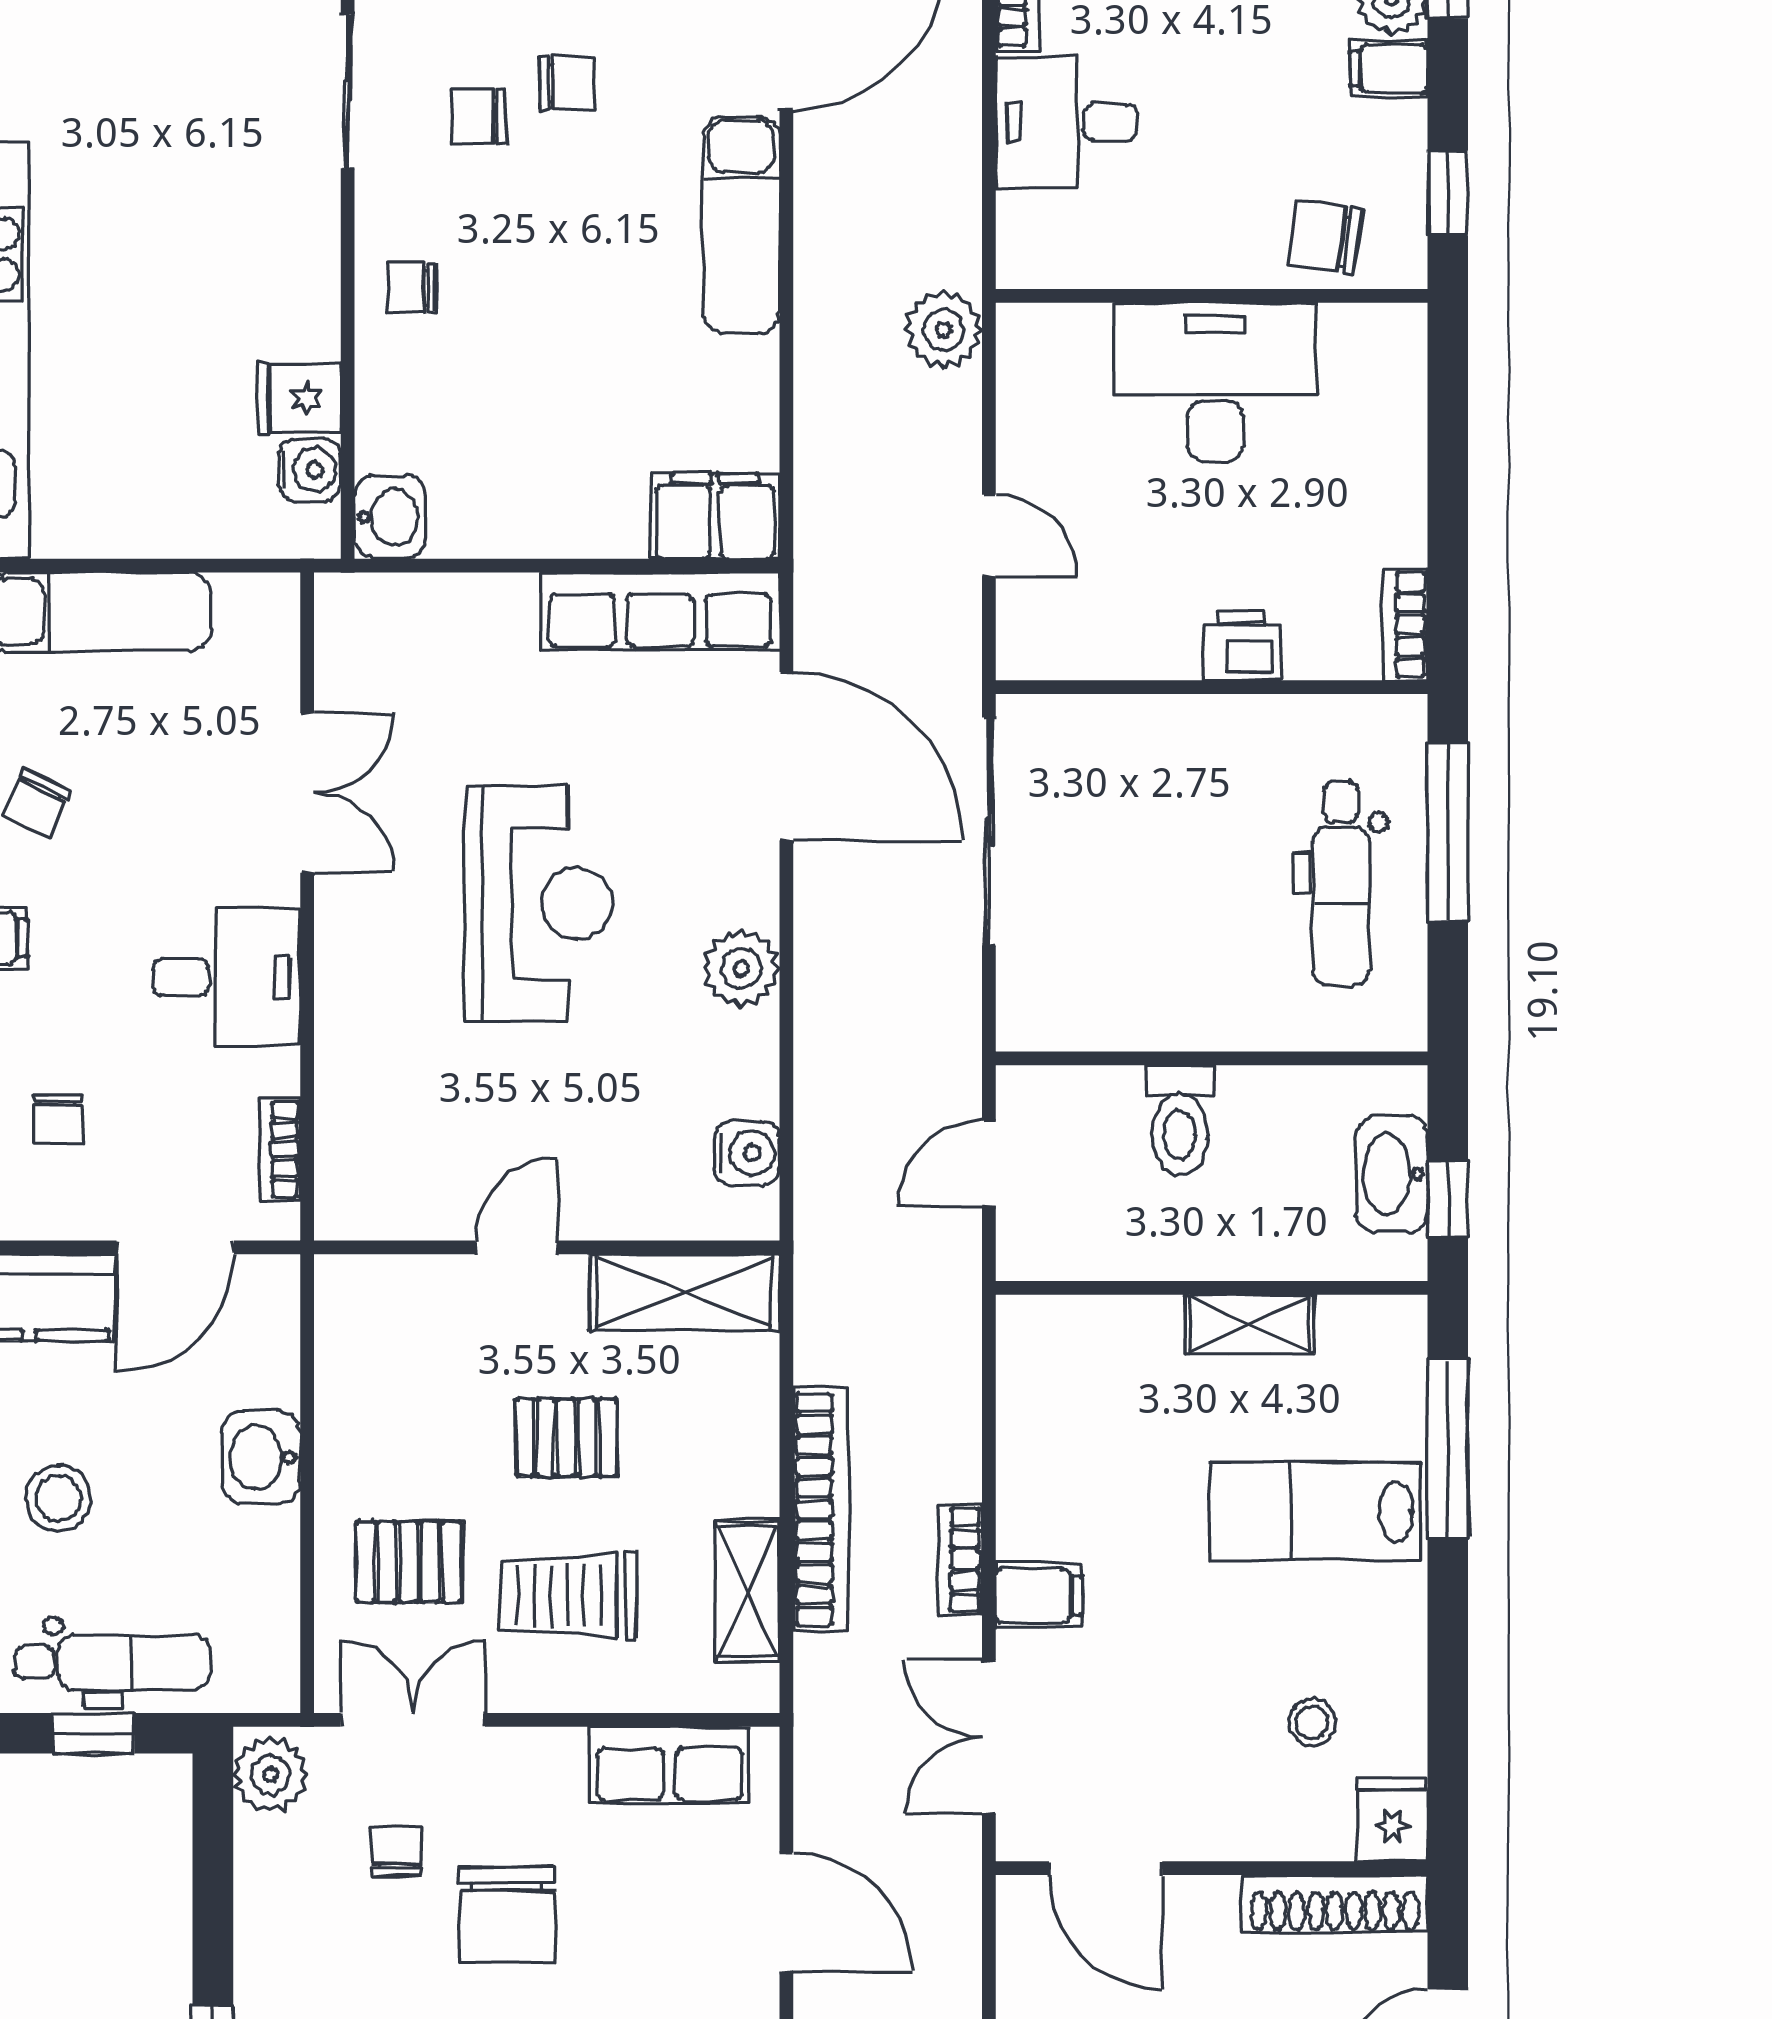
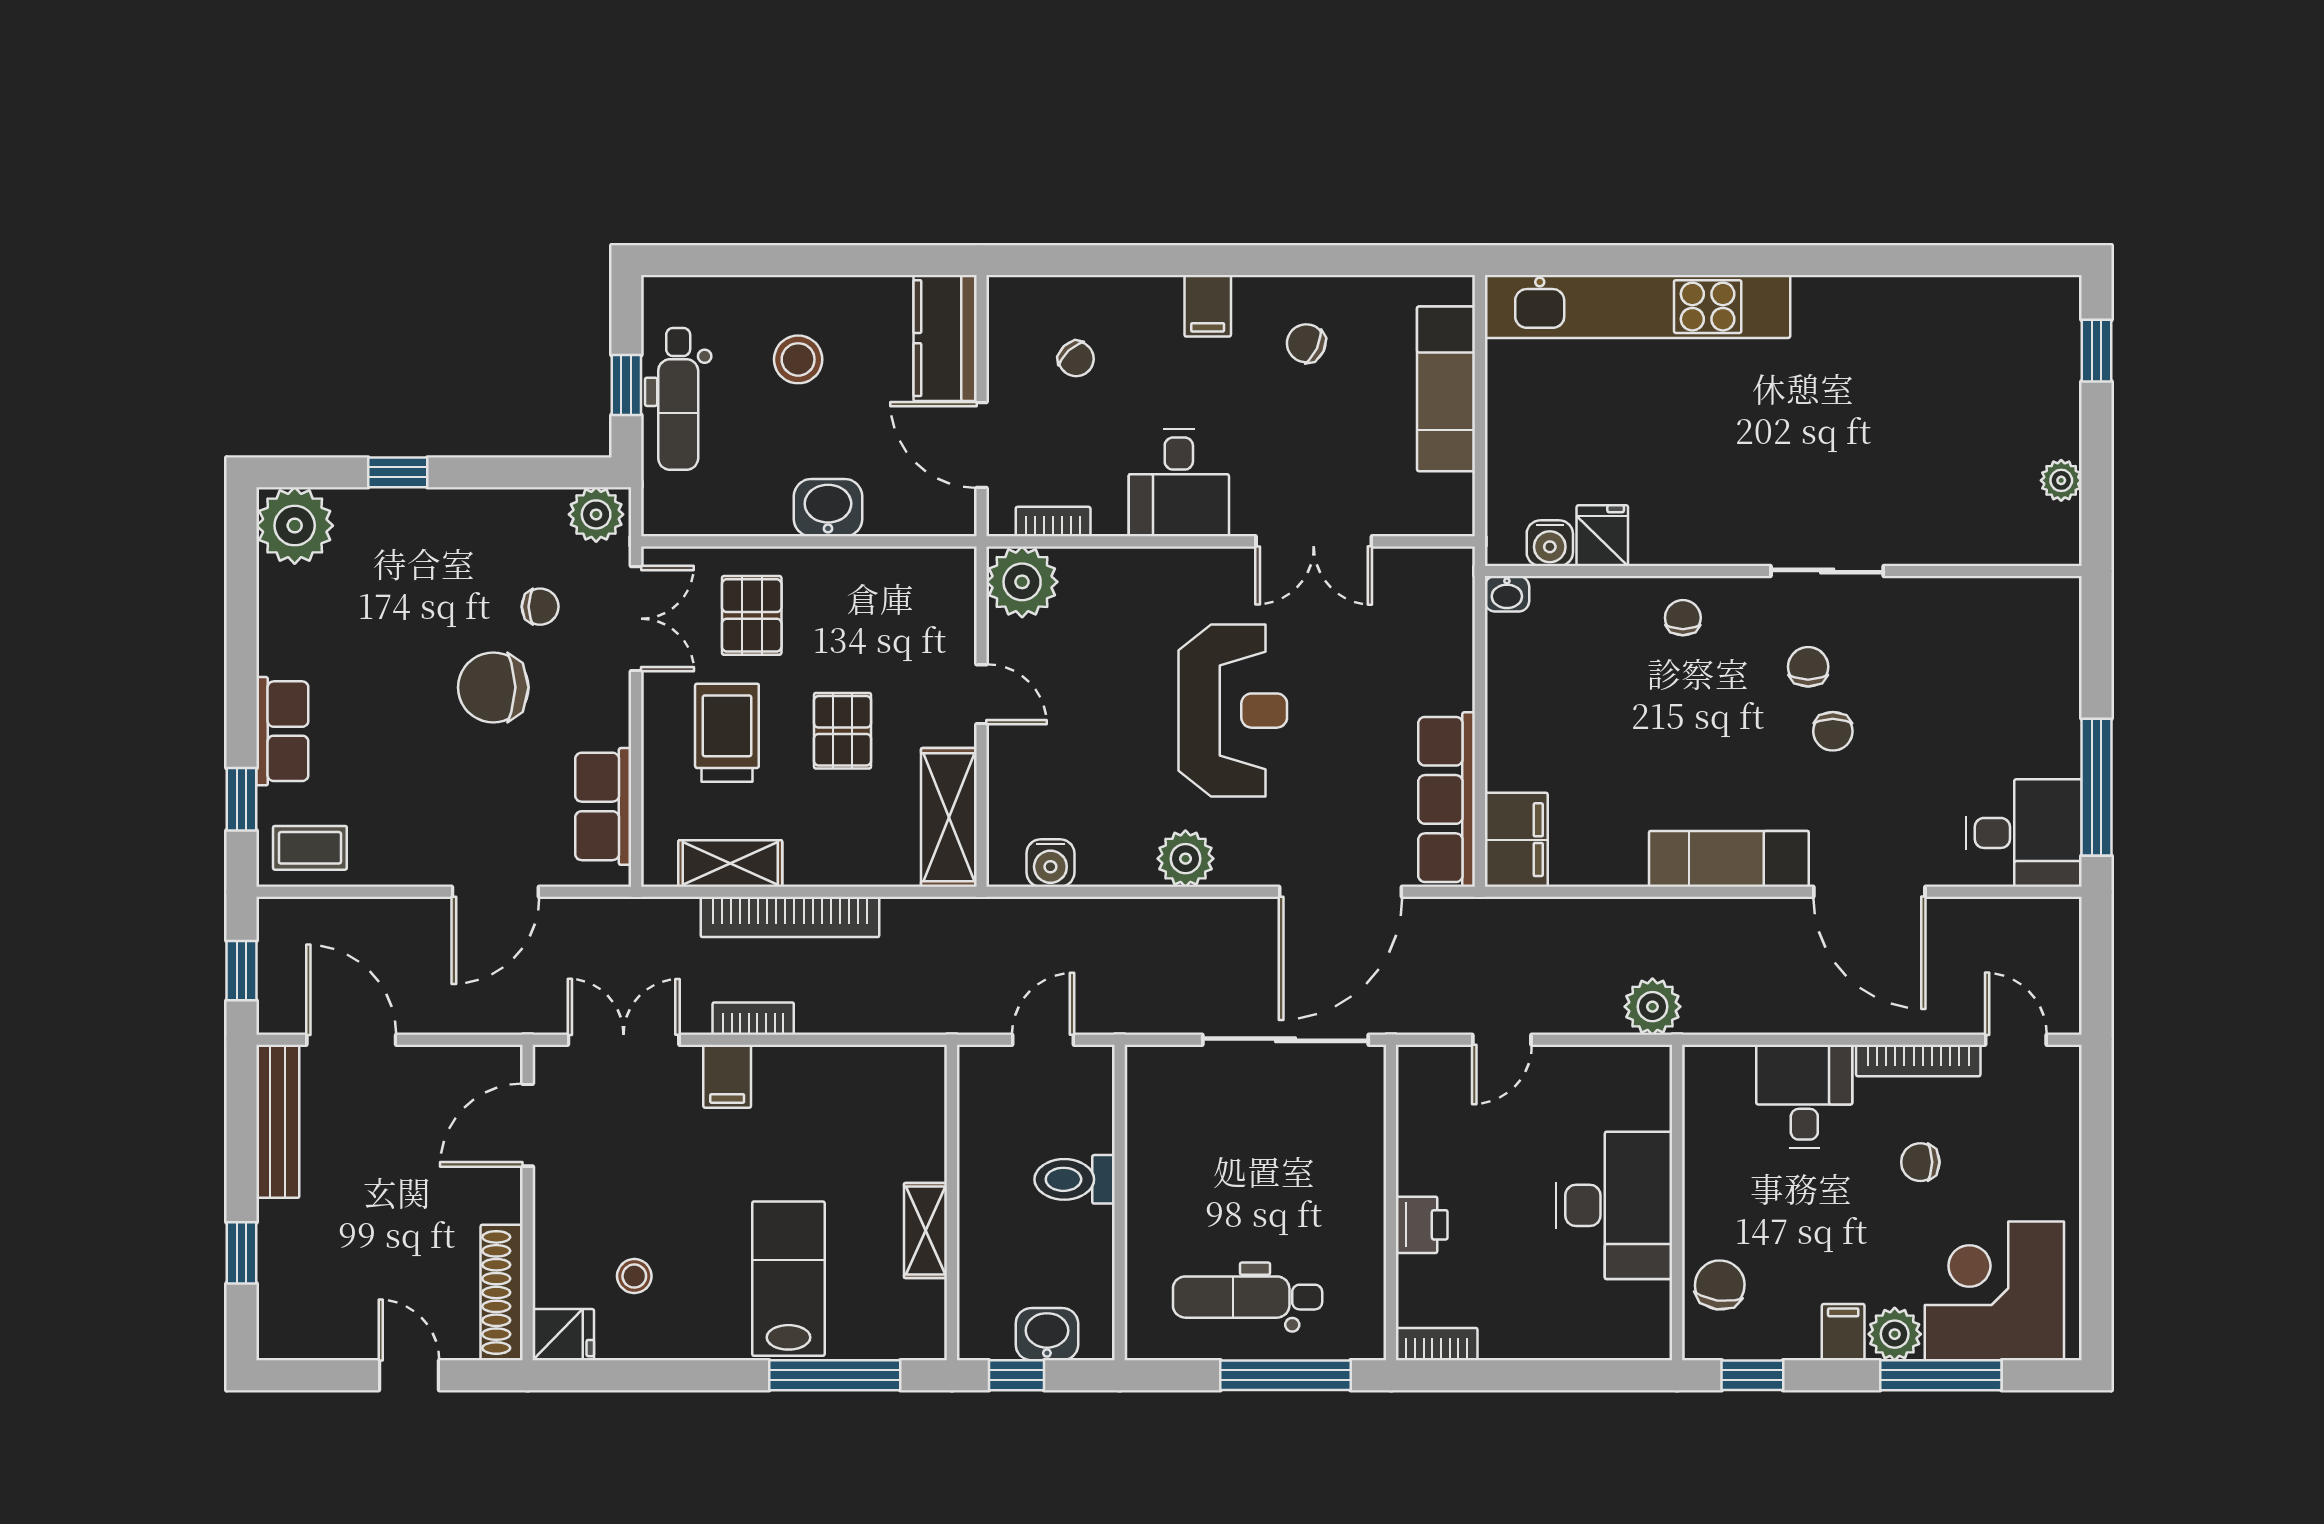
washbasin: (390, 517) -> (1507, 594), width x0.72, depth x0.69
reception desk: (539, 904) -> (1233, 711), turned -90
chair: (57, 1118) -> (1076, 359), turned -133
door: (989, 1163) -> (1043, 1040), hinge flipped
washbasin: (1392, 1174) -> (1047, 1334), width x0.72
plant: (363, 1192) -> (1022, 582), added

